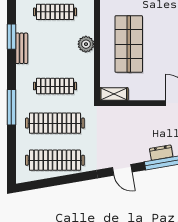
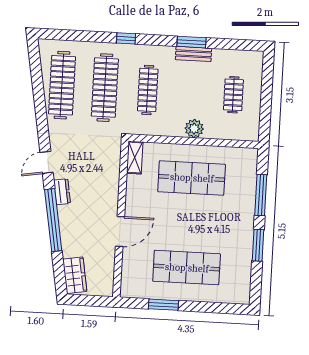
clothes rail: (55, 12) -> (233, 95), width x0.73
window: (11, 37) -> (191, 42), moved
window: (11, 107) -> (126, 38), width x0.46
dresser: (161, 153) -> (62, 192), moved

